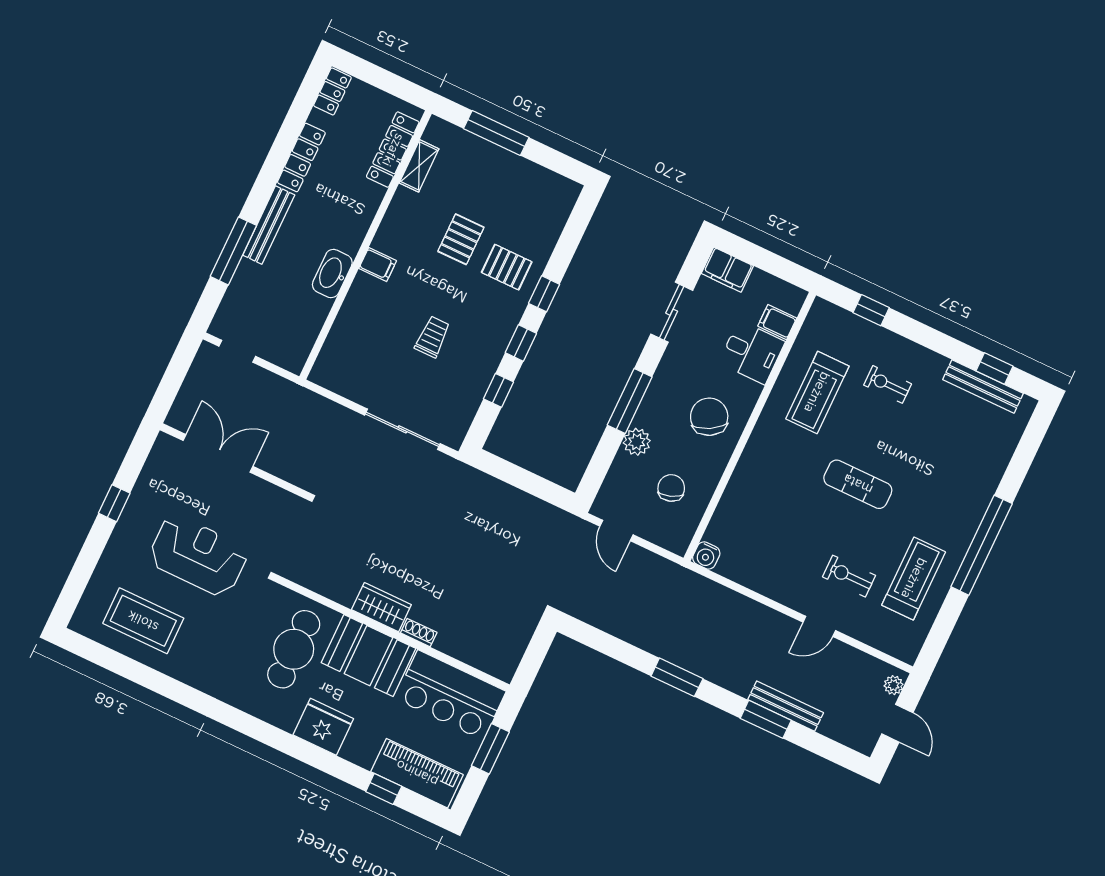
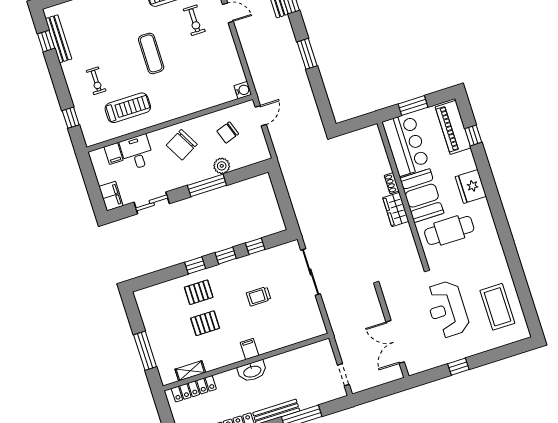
pallet: (507, 267) -> (199, 292), turned 90
washbasin: (332, 274) -> (252, 371), moved
door: (616, 530) -> (261, 116), moved

